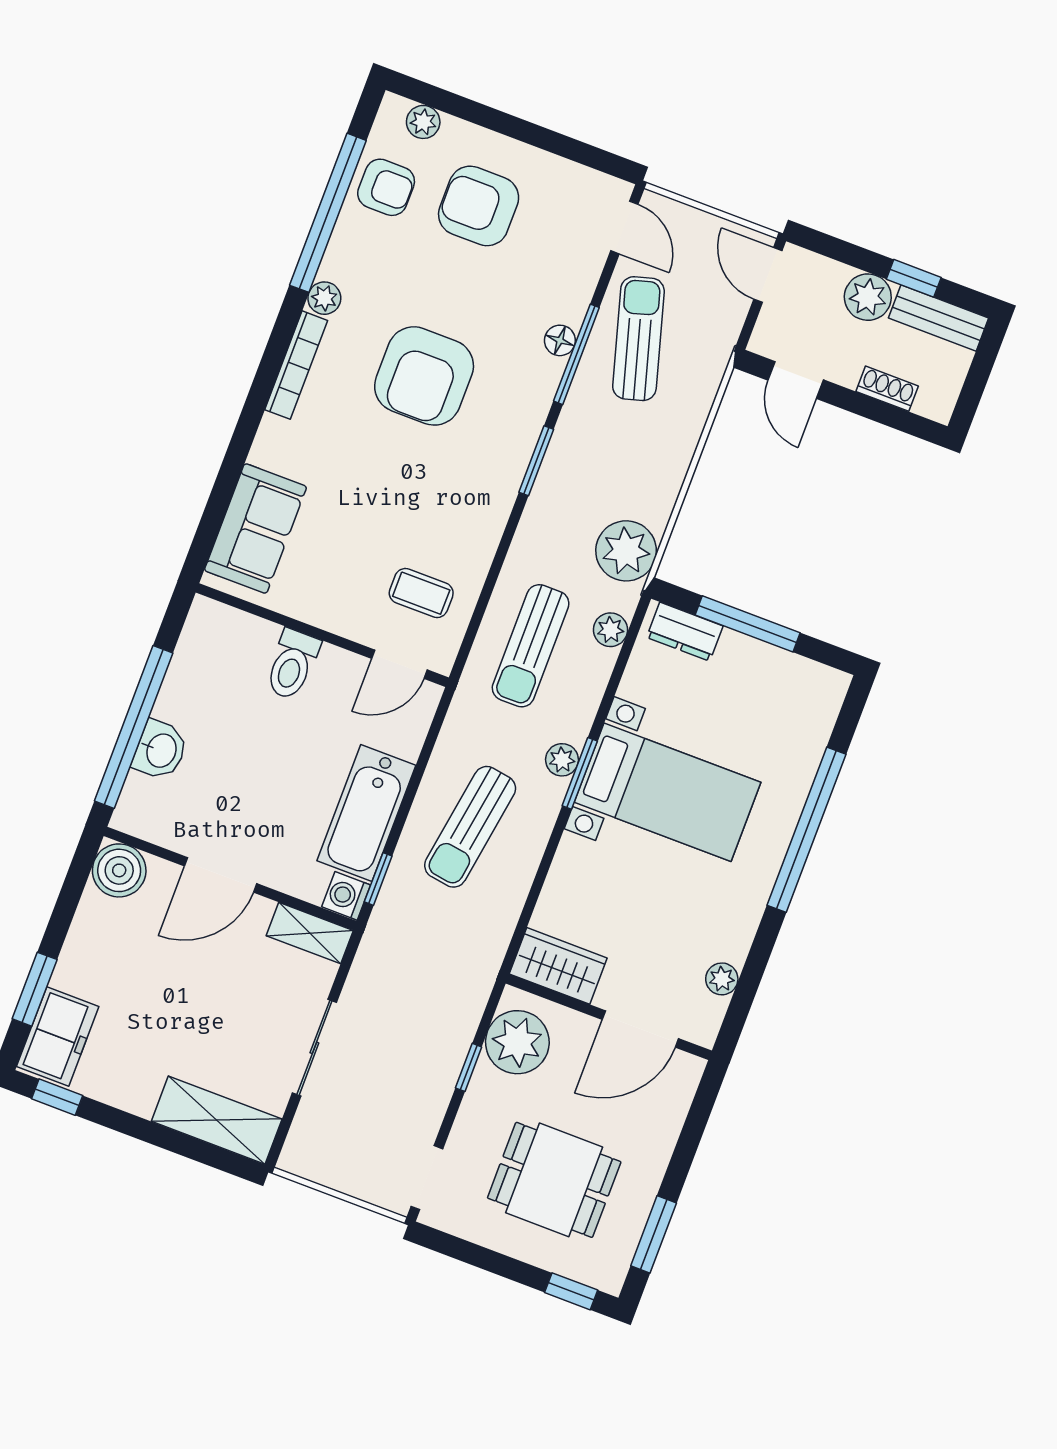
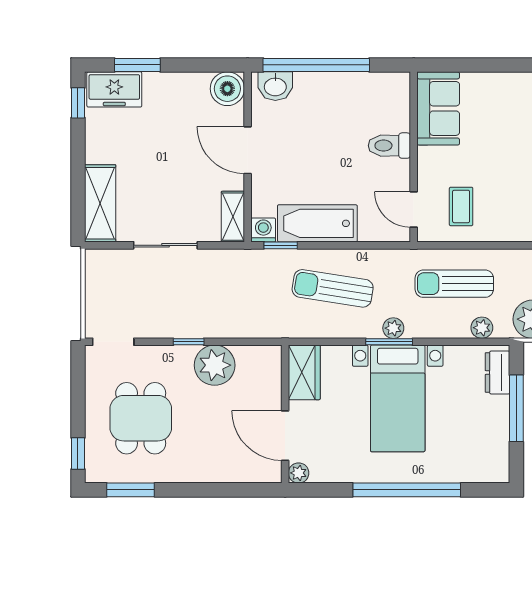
sofa: (255, 528) -> (438, 108), moved, turned -90
washbasin: (160, 750) -> (275, 86), moved
wardrobe: (558, 966) -> (304, 372), moved
wall: (609, 1017) -> (285, 414), moved
door: (640, 1029) -> (285, 436), moved

